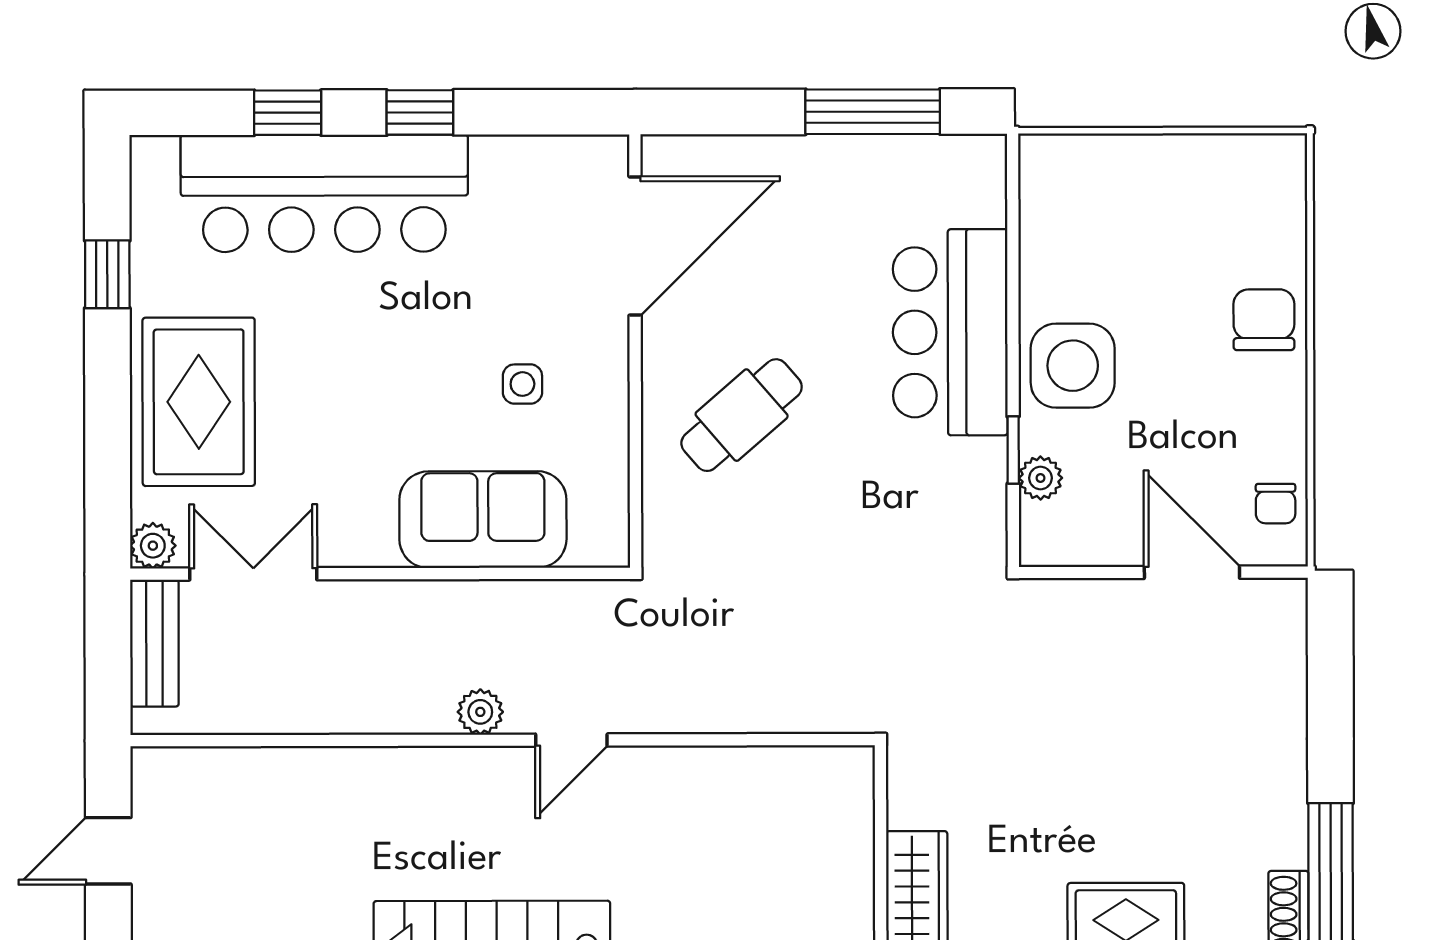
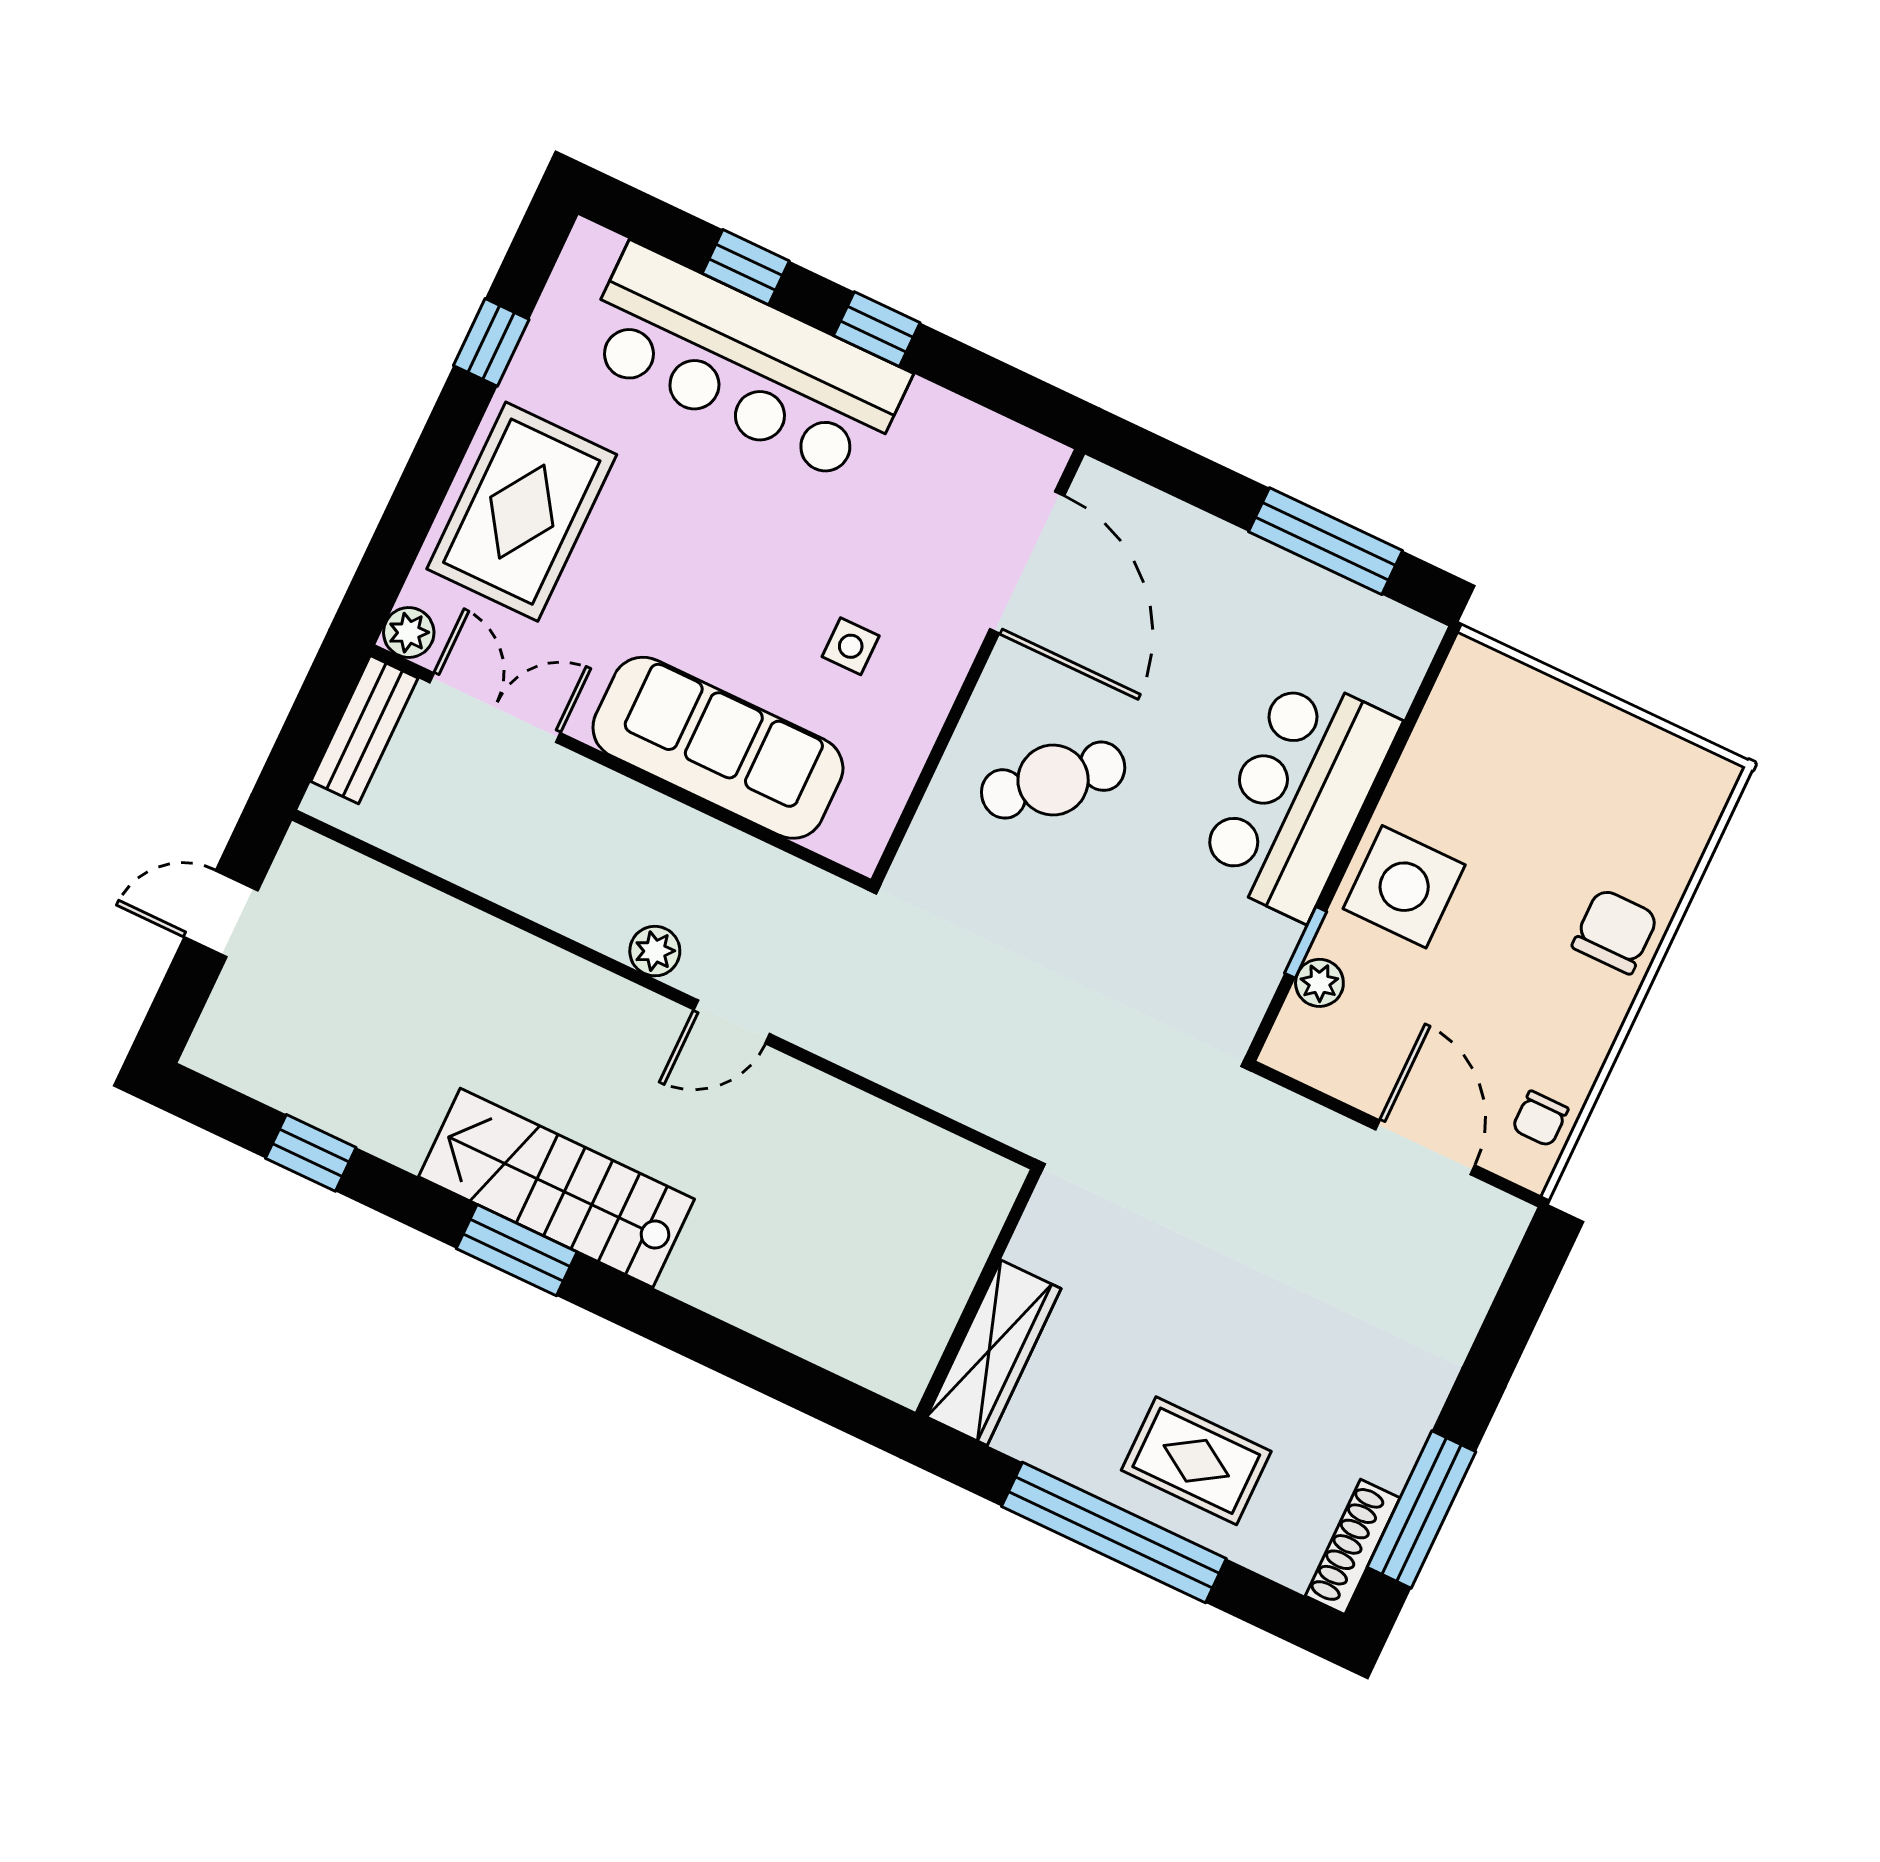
door: (635, 246) -> (1027, 563), hinge flipped
sofa: (483, 520) -> (718, 748), width x1.36

